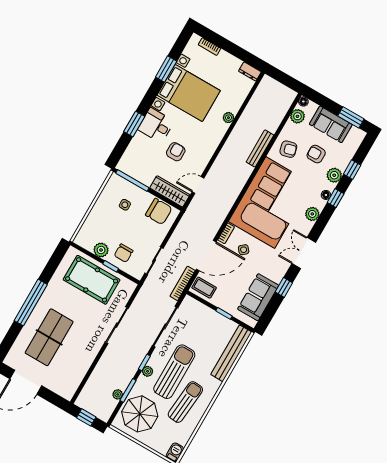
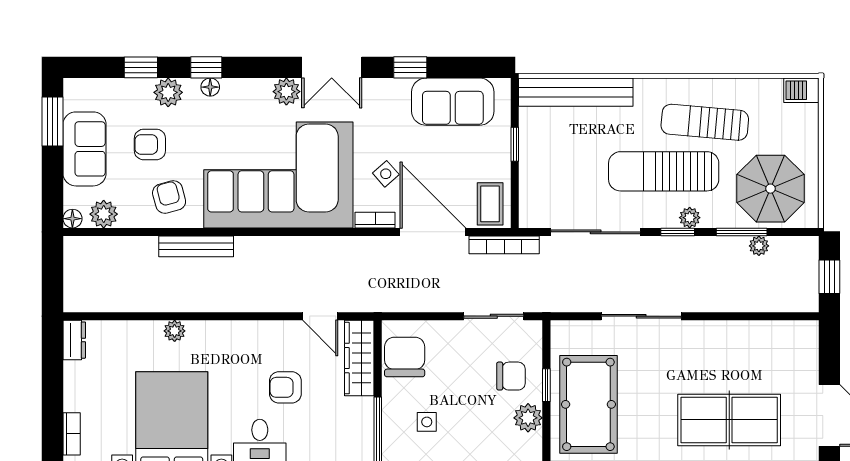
armchair: (316, 154) -> (150, 144), turned 90
plant: (312, 214) -> (286, 92), moved

